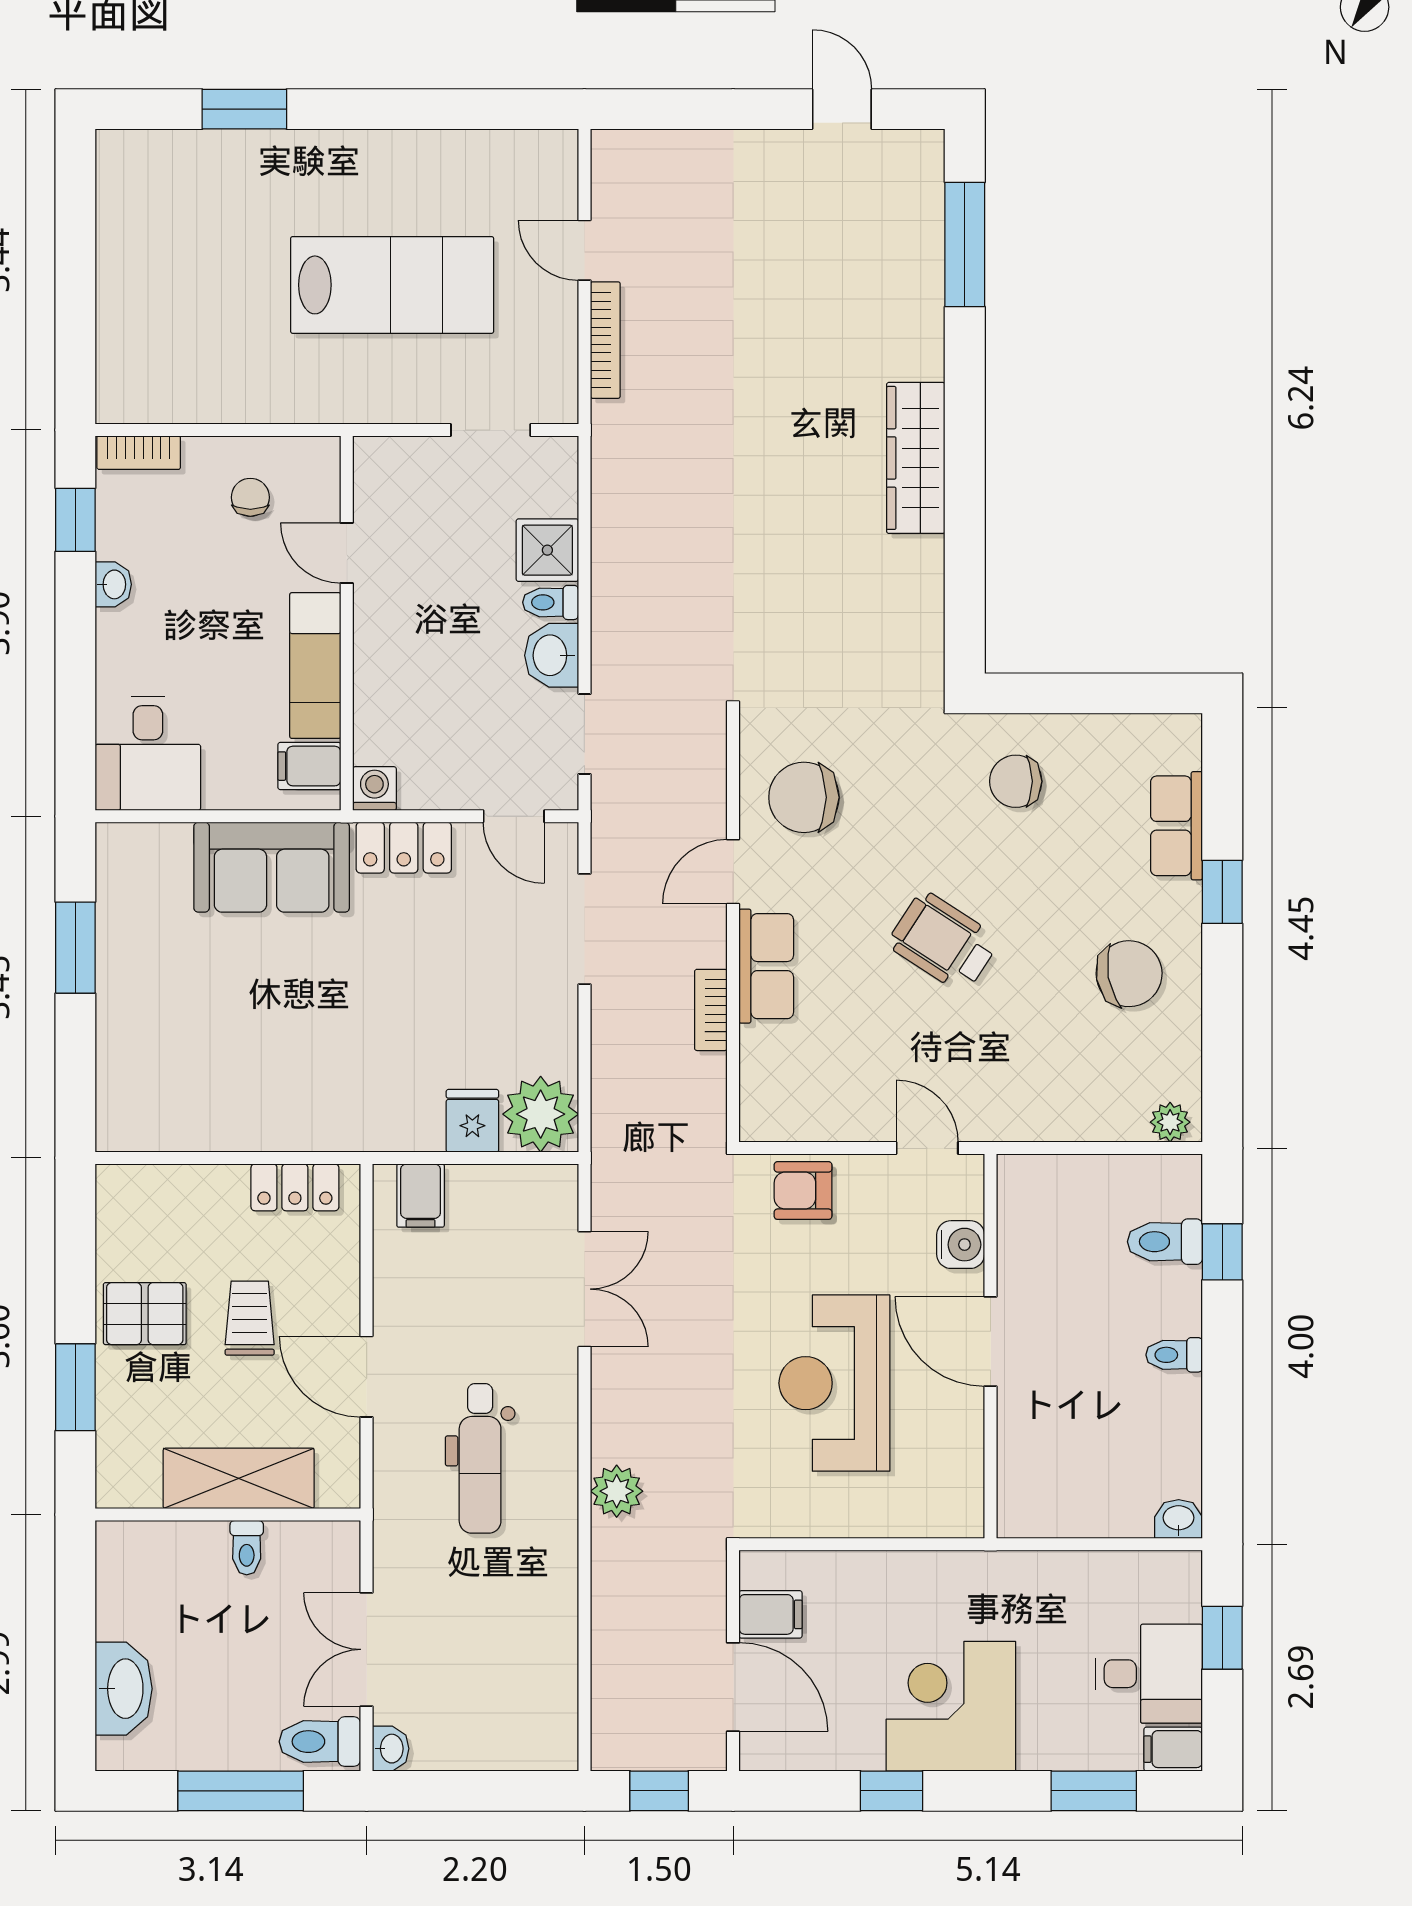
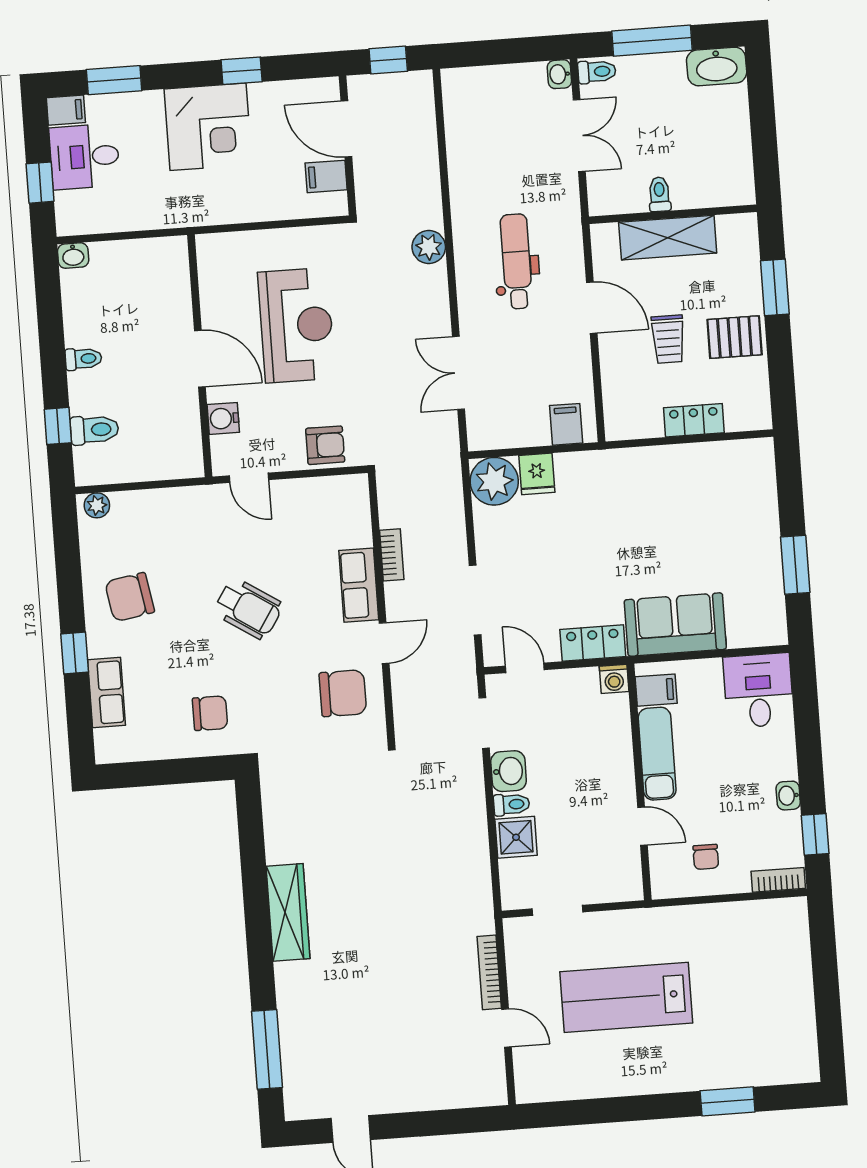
locker: (295, 1187) -> (694, 420), moved
washbasin: (124, 1689) -> (717, 66), moved, turned -90
toilet: (320, 1742) -> (597, 72), width x0.73, depth x0.72

